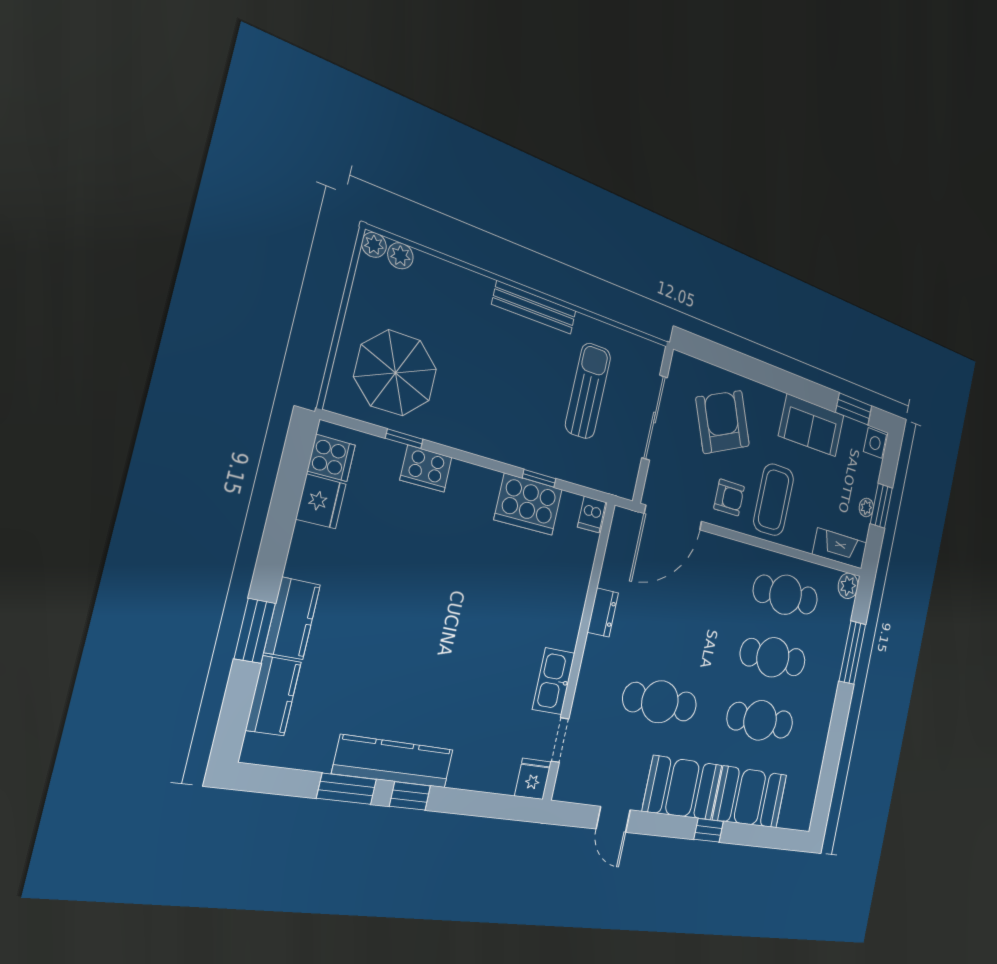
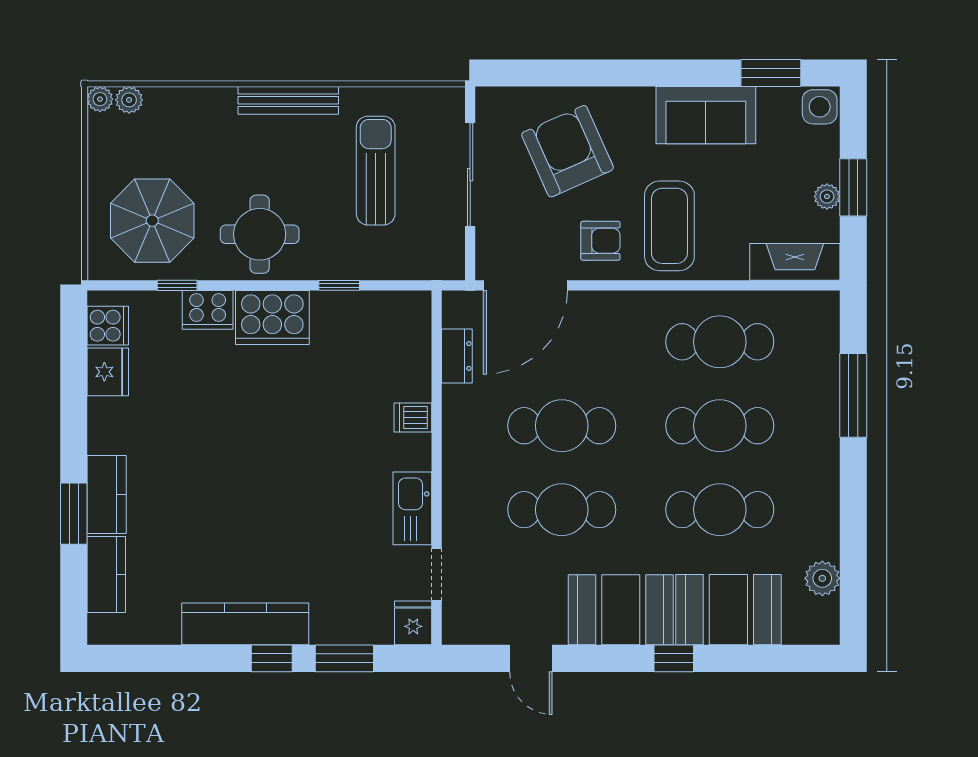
round table: (485, 415) -> (260, 234), added
cooker: (528, 504) -> (272, 318), moved
dishwasher: (592, 515) -> (413, 418), moved, turned 90
plant: (848, 586) -> (822, 578), moved
dresser: (603, 612) -> (457, 356), moved
cafe table: (674, 635) -> (562, 426), added
window: (347, 789) -> (344, 658), moved

